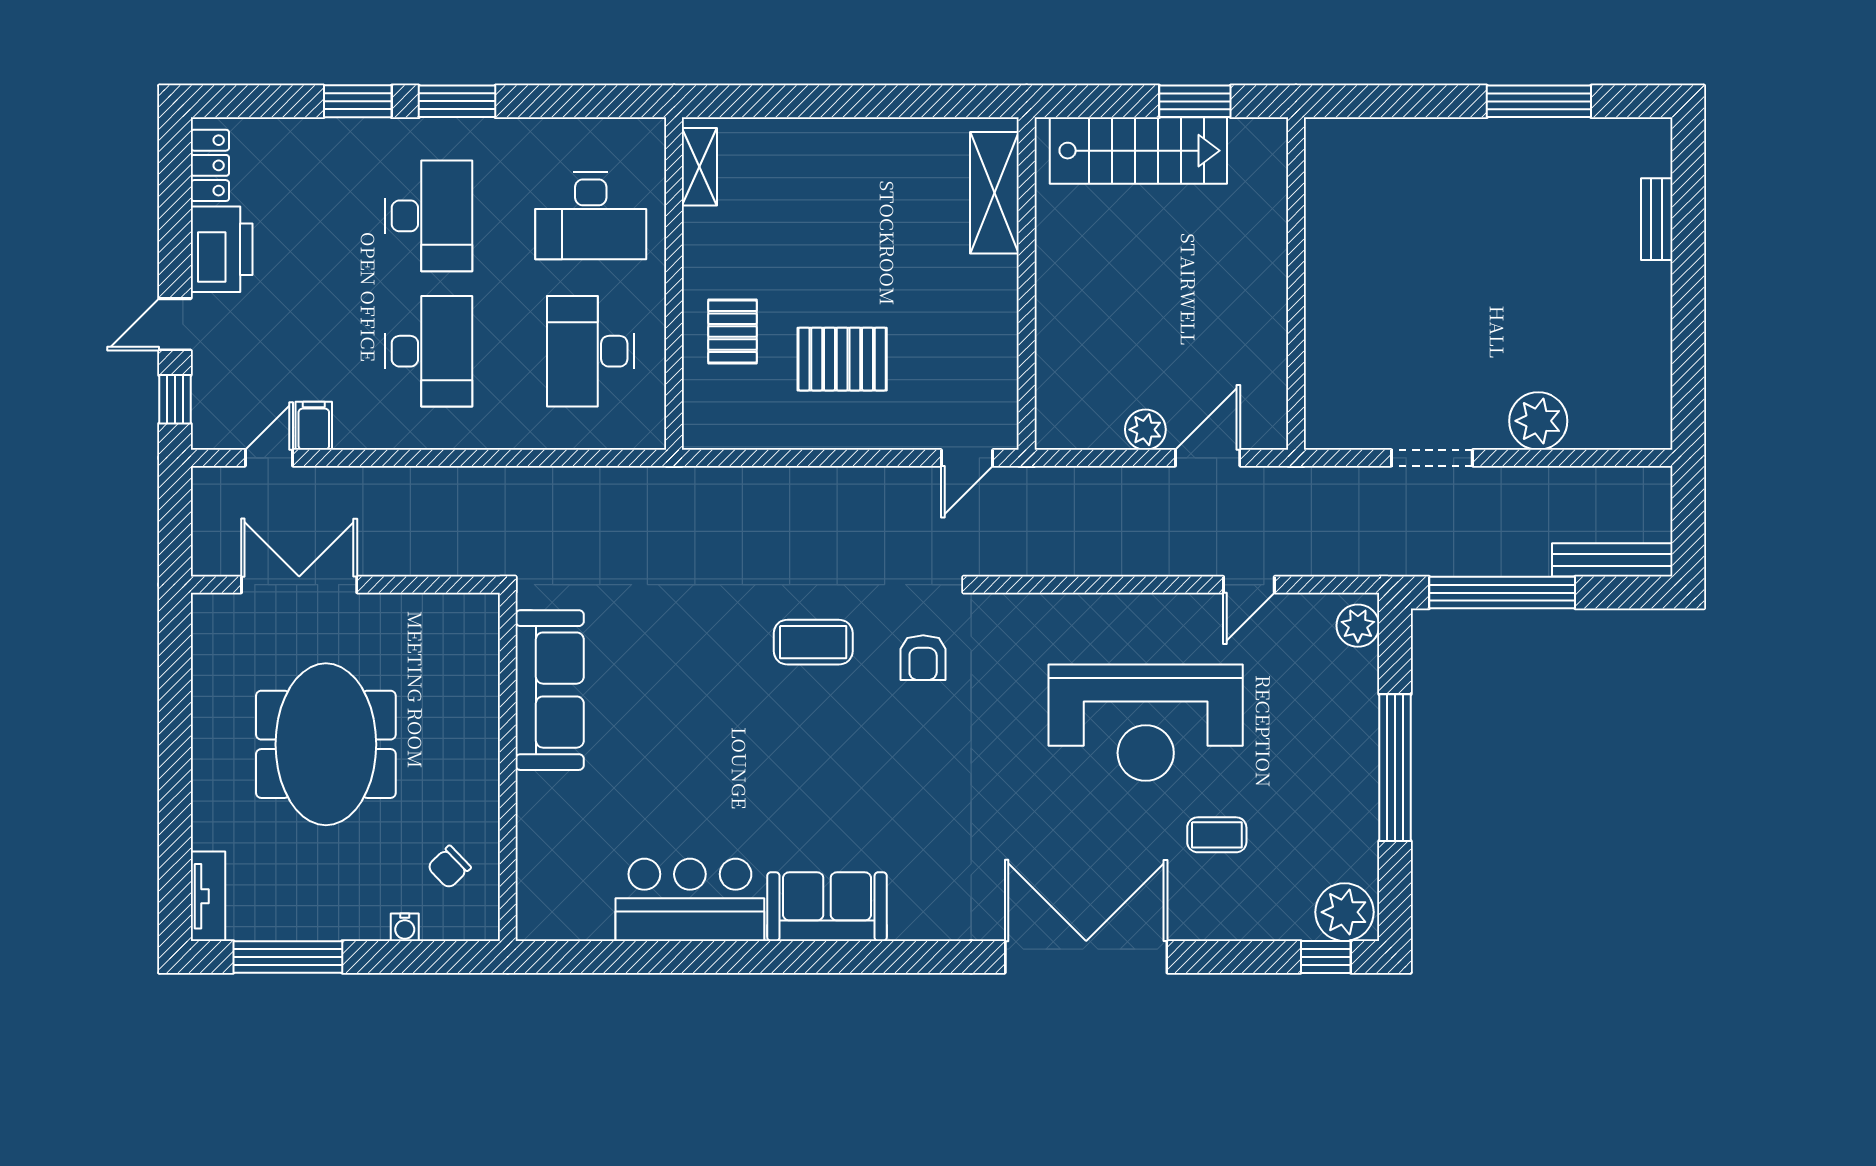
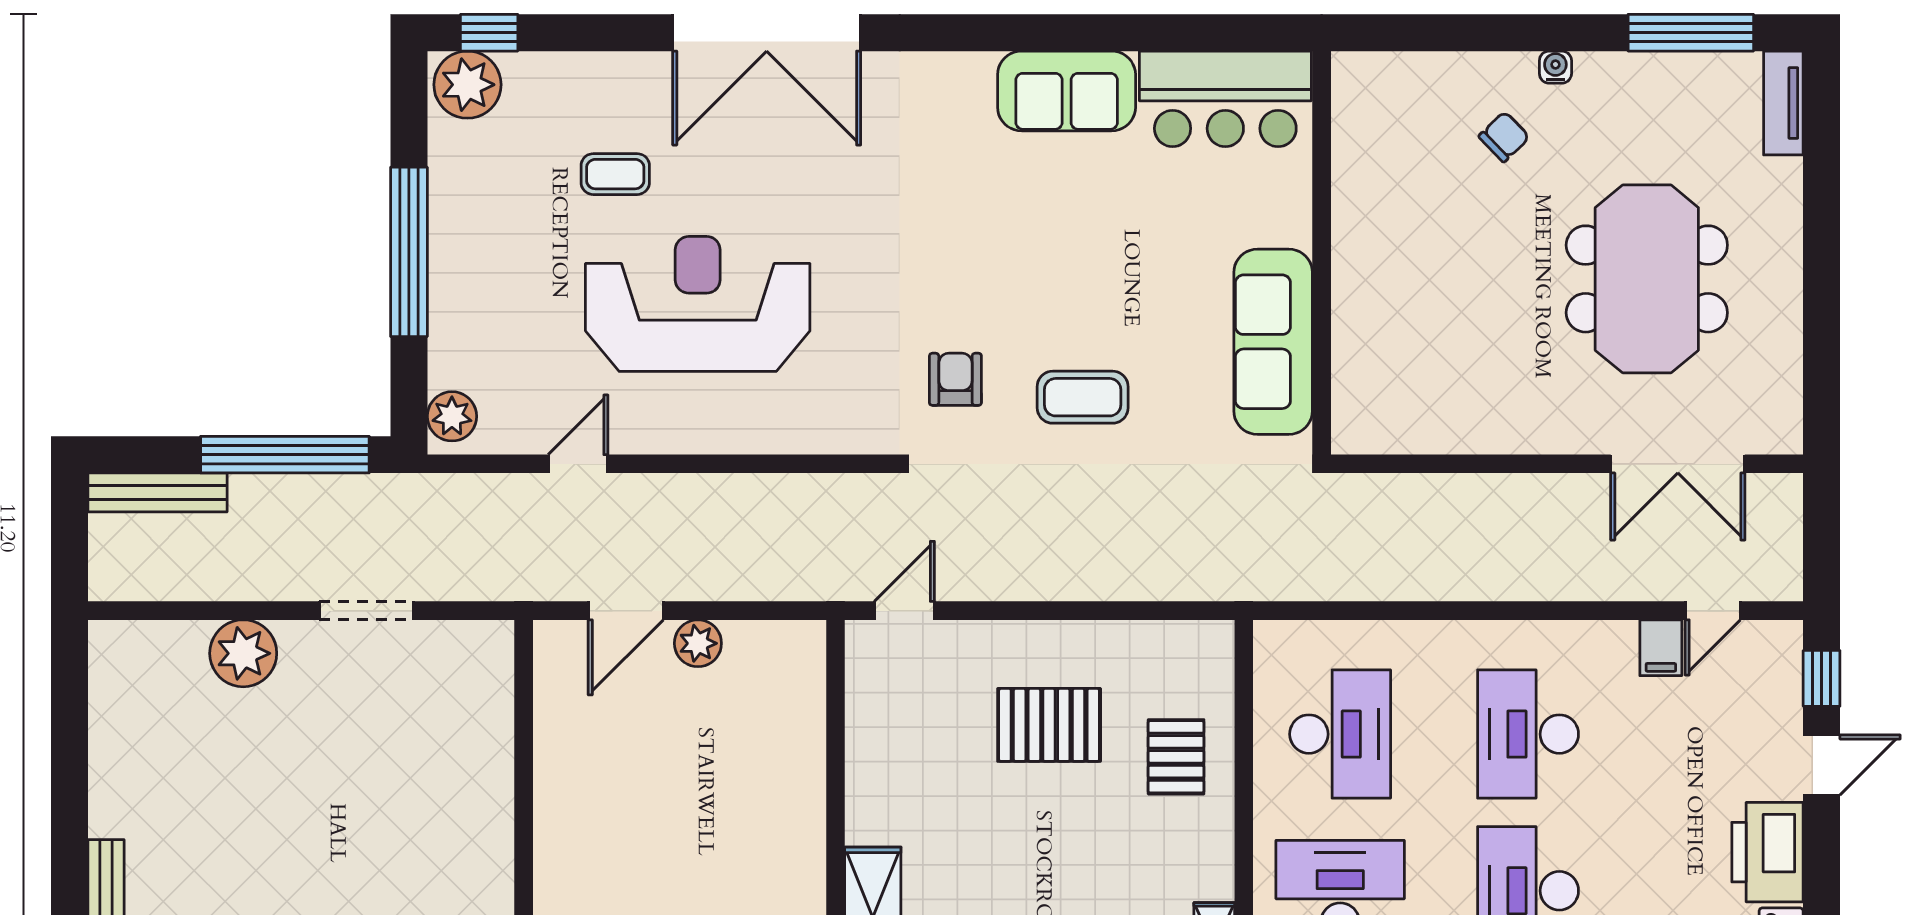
sofa: (550, 690) -> (1273, 342), moved
wall: (508, 767) -> (1322, 253), moved

